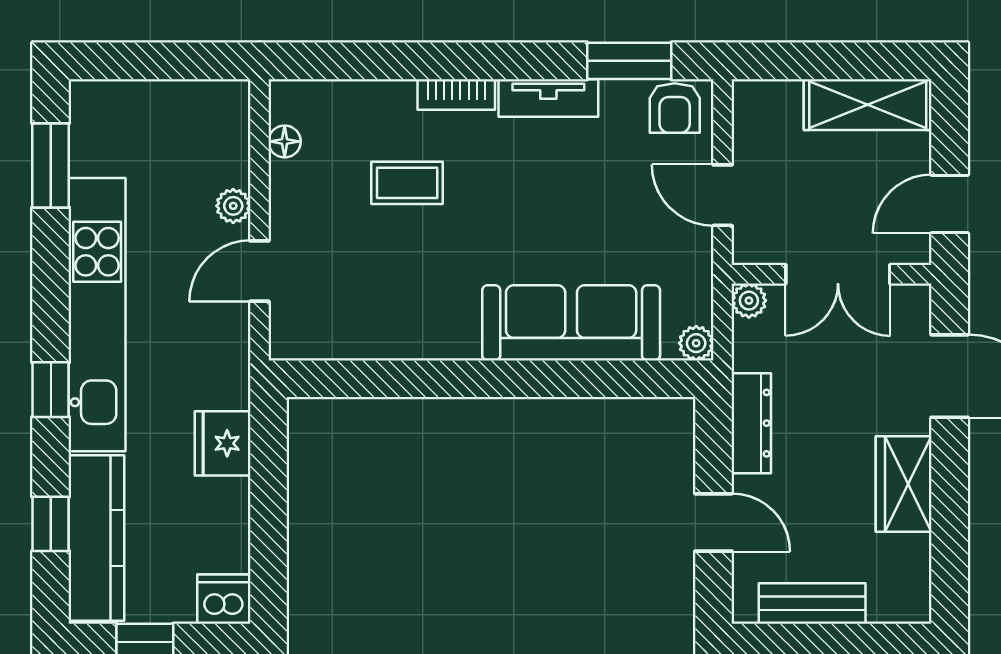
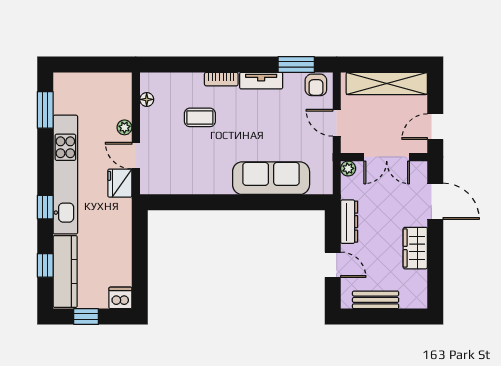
shelving: (868, 105) -> (387, 83), width x1.47
door: (259, 271) -> (136, 156), hinge flipped
plant: (696, 343) -> (325, 187), removed
fridge: (223, 443) -> (120, 183), moved

